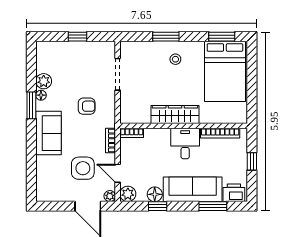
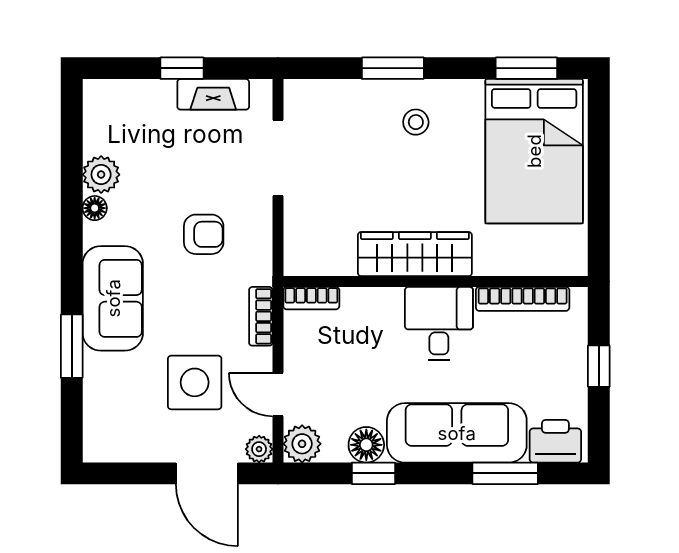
fireplace: (91, 48) -> (213, 94), added
window: (31, 105) -> (72, 346), moved

